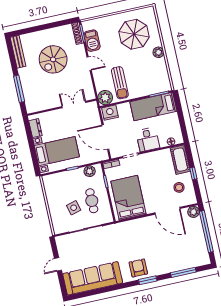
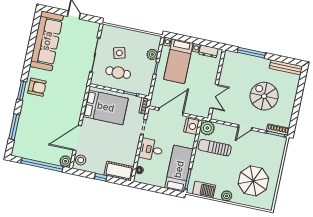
barbecue: (92, 41) -> (204, 190), moved, turned 180
plant: (90, 171) -> (152, 54), moved
stool: (179, 187) -> (81, 160), moved

